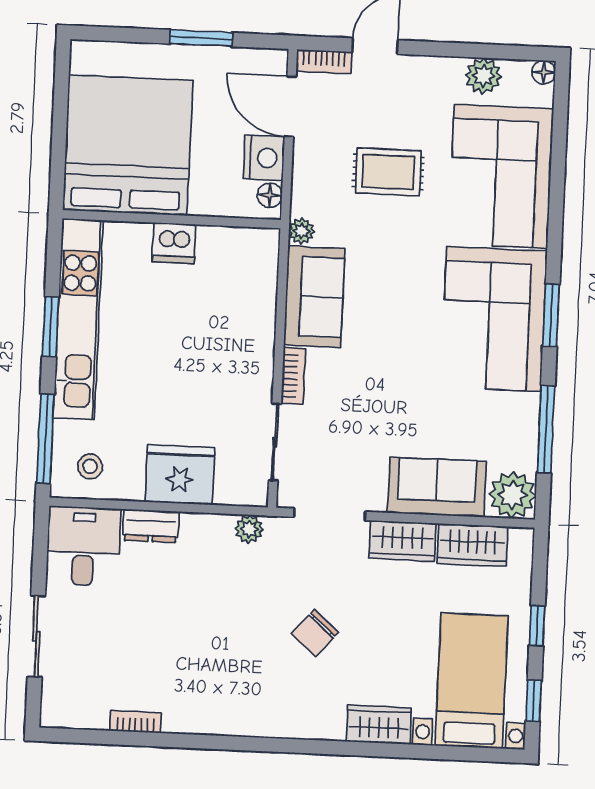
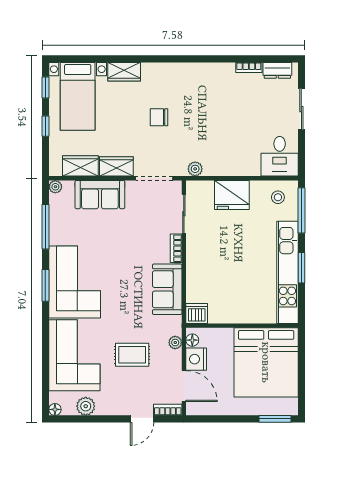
window: (201, 38) -> (275, 419), moved
plant: (301, 231) -> (175, 343), moved
dishwasher: (174, 243) -> (197, 314), moved
plant: (513, 495) -> (55, 187), width x0.53, depth x0.53
dresser: (151, 526) -> (277, 70), moved, turned 180
chair: (315, 633) -> (159, 117), turned -131

